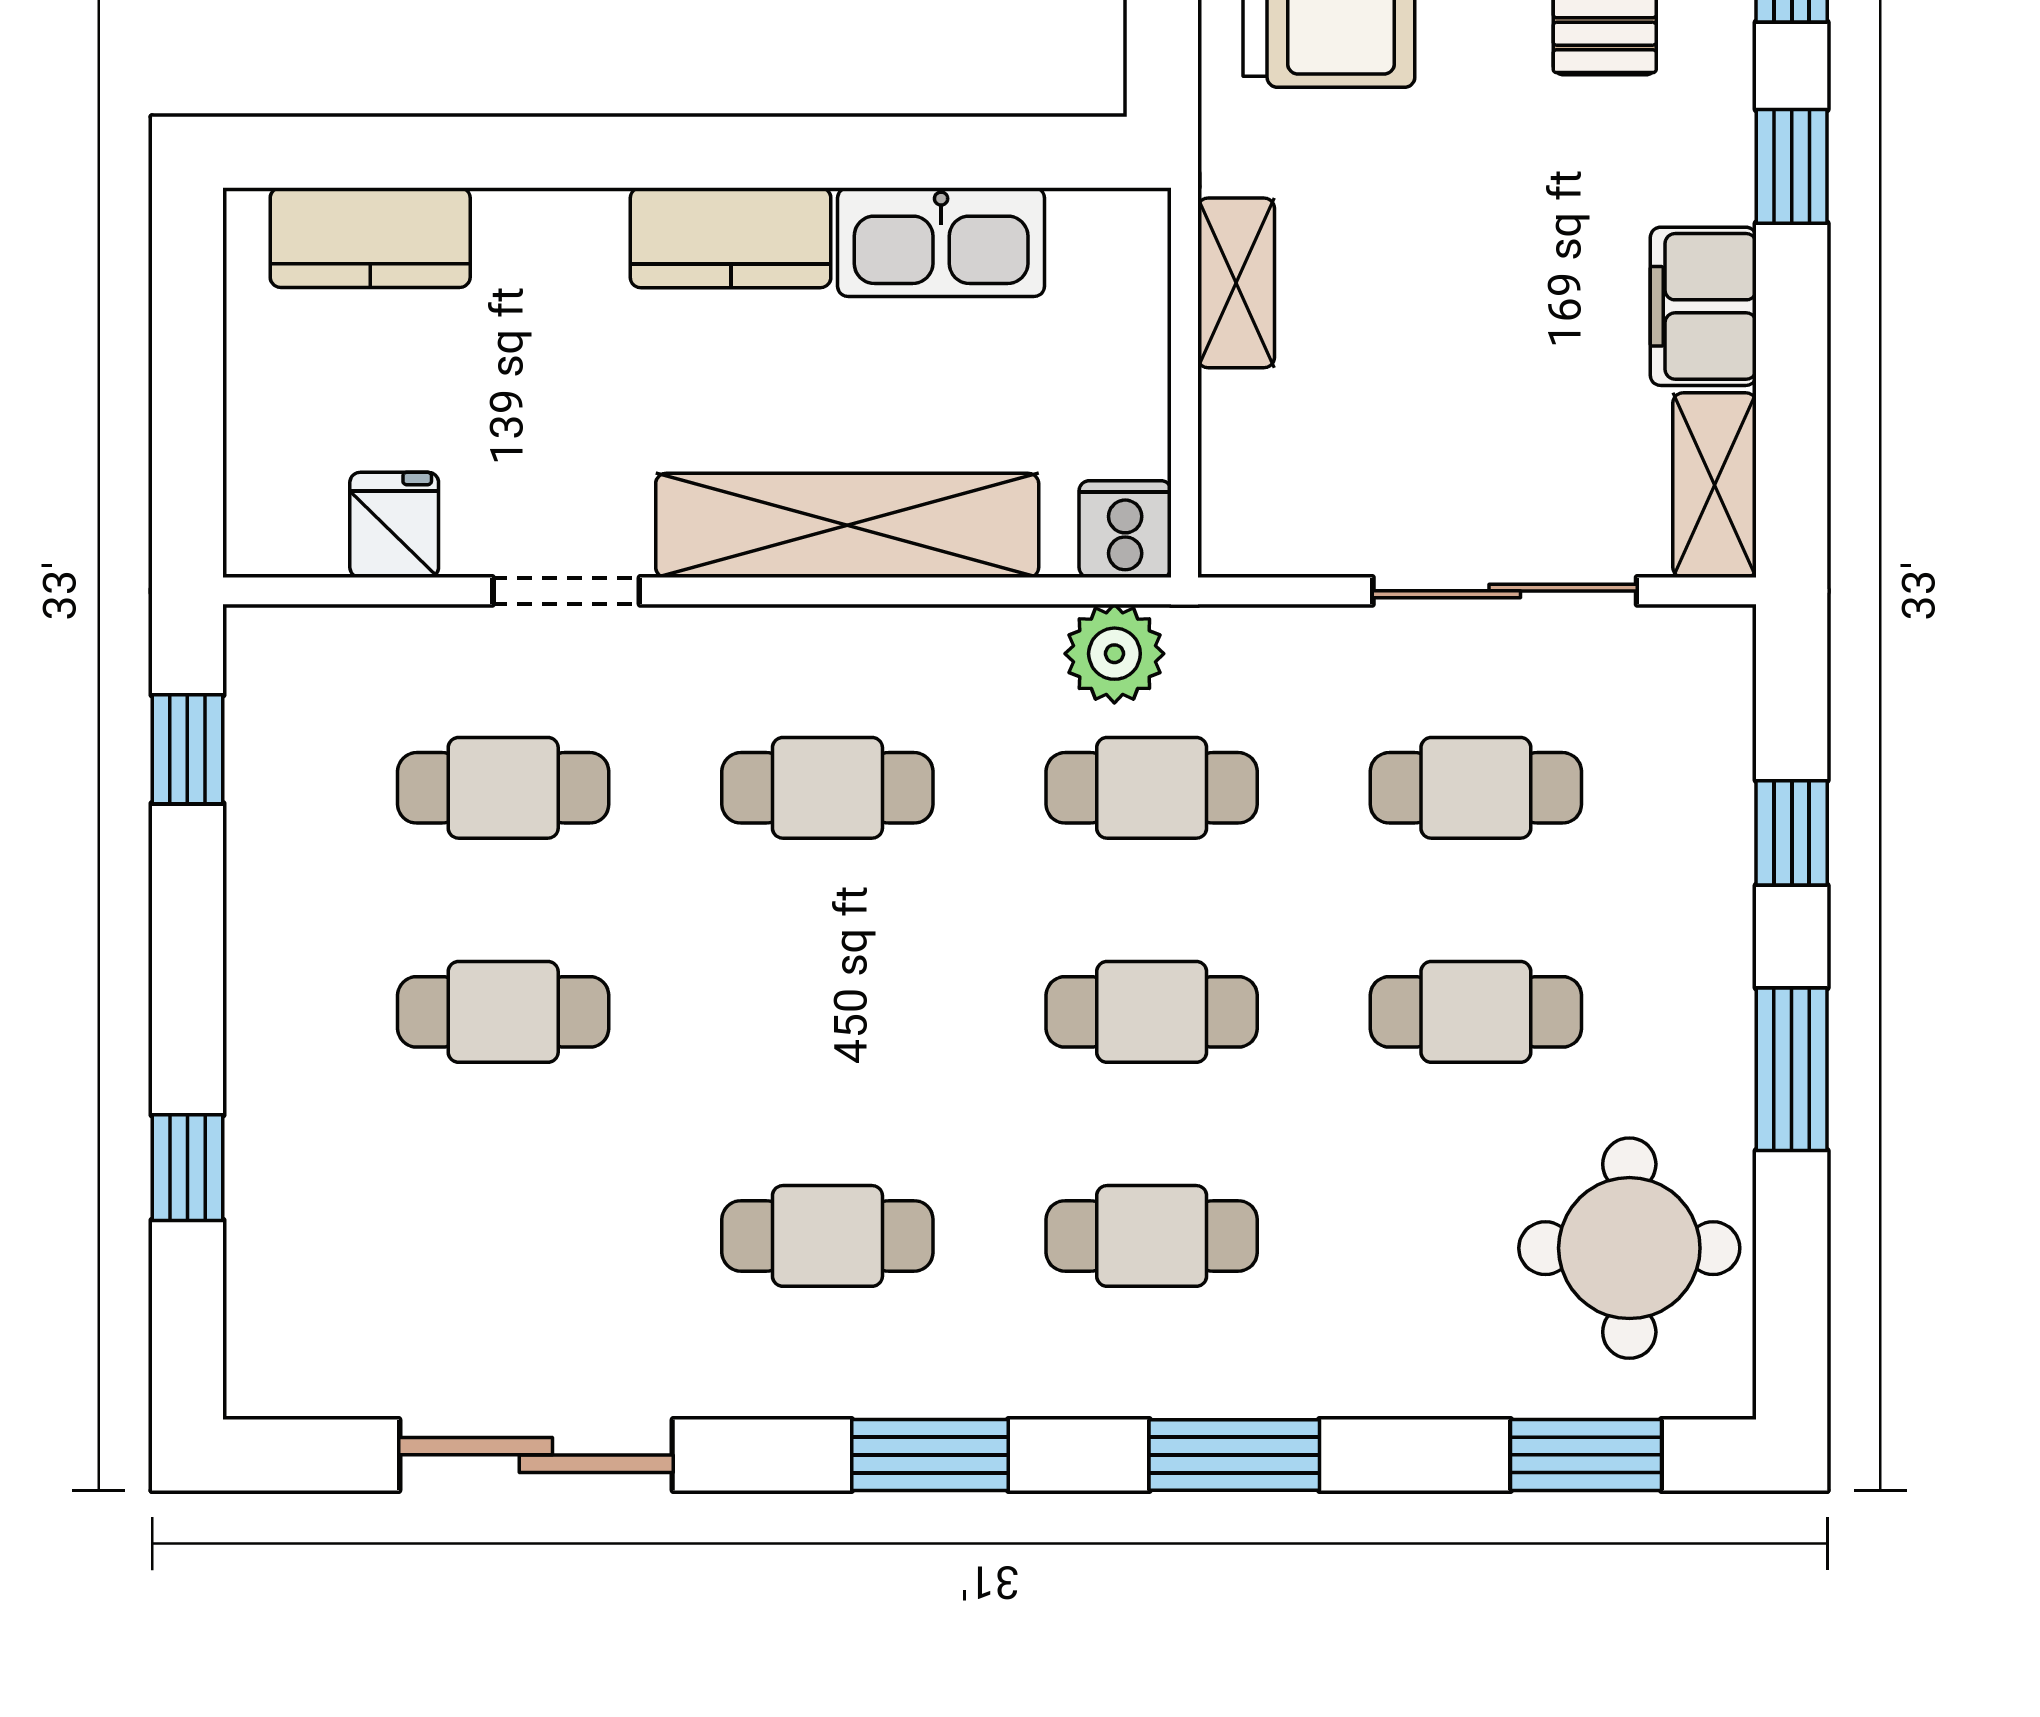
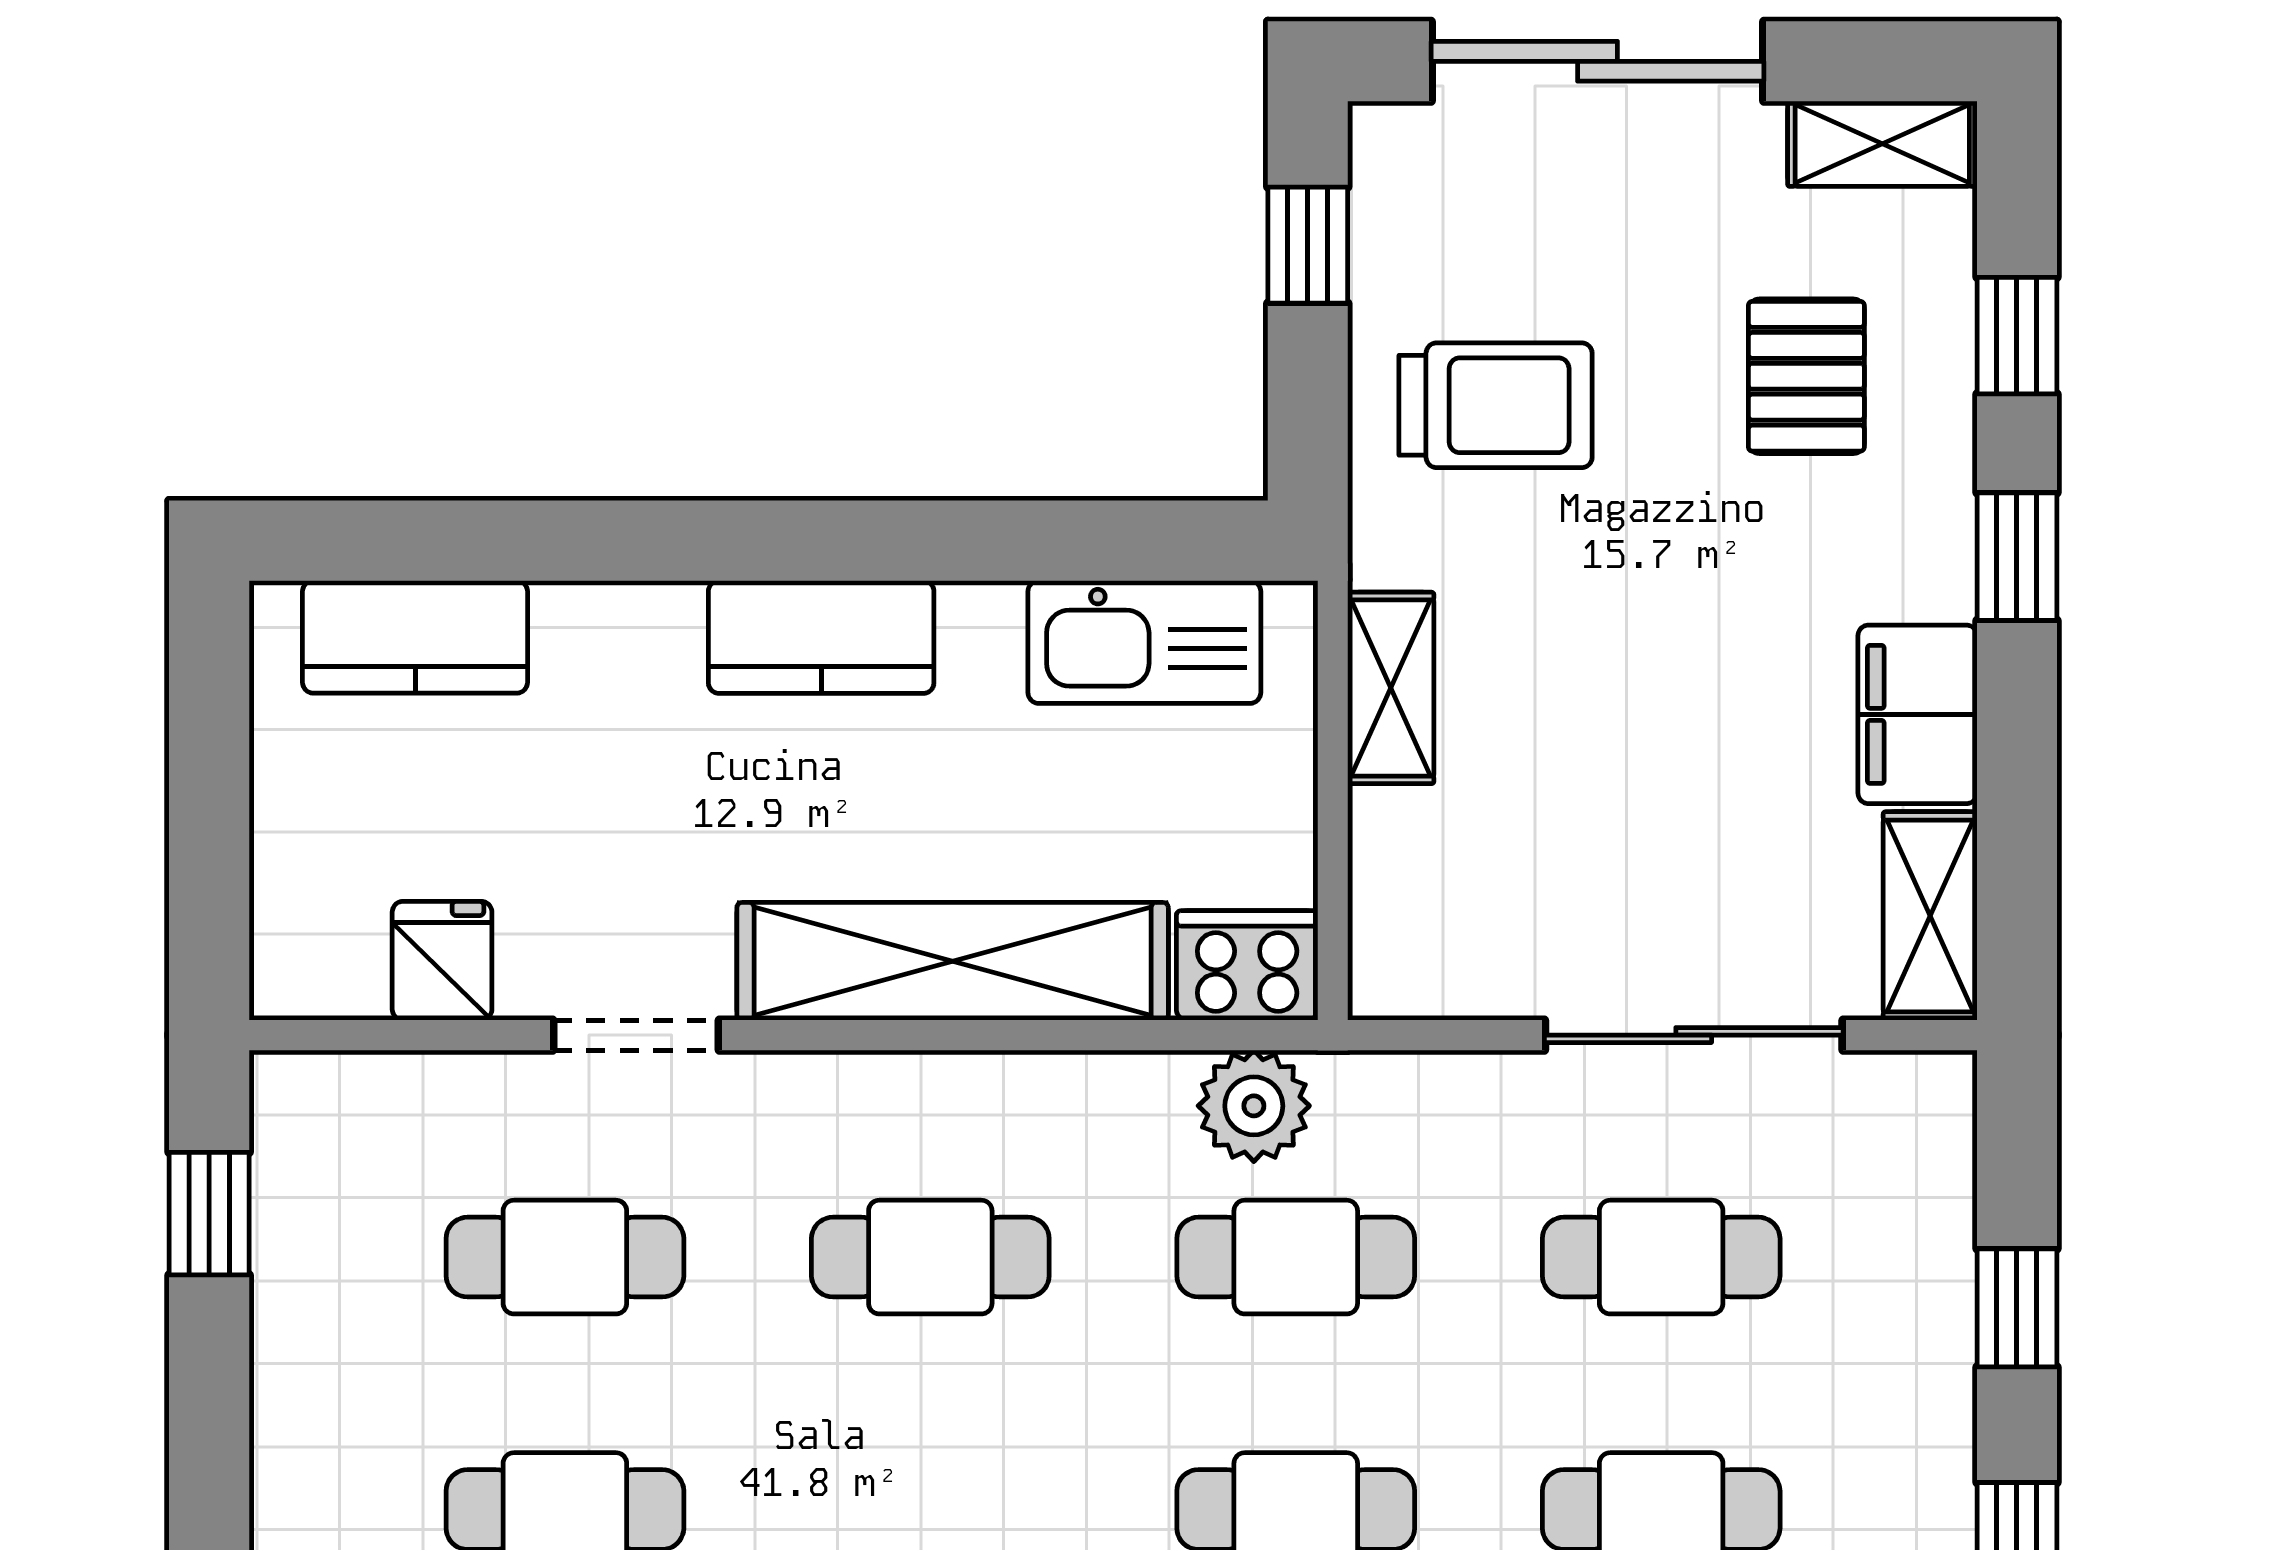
kitchen sink: (941, 242) -> (1144, 642), moved
cooker: (1125, 529) -> (1247, 965), width x1.36

